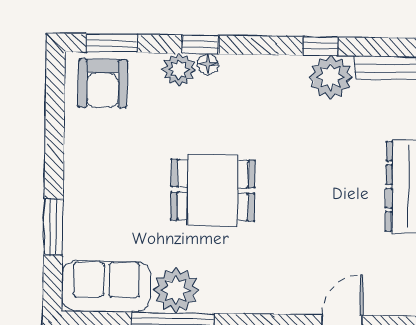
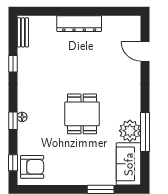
window: (112, 43) -> (13, 163), width x0.67
plant: (179, 70) -> (25, 131), removed
plant: (331, 77) -> (28, 59), removed

